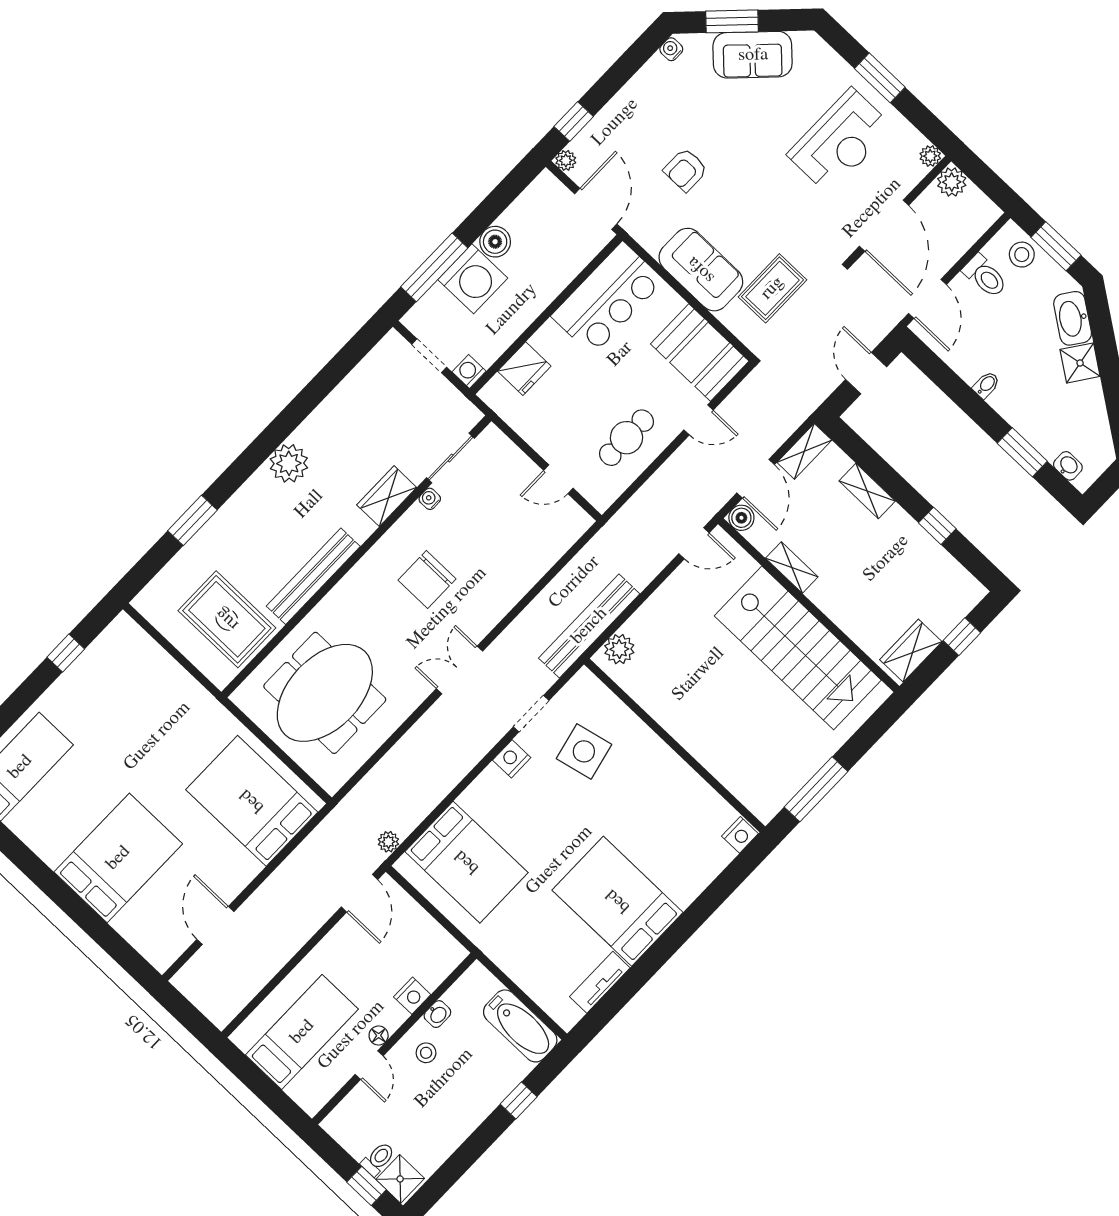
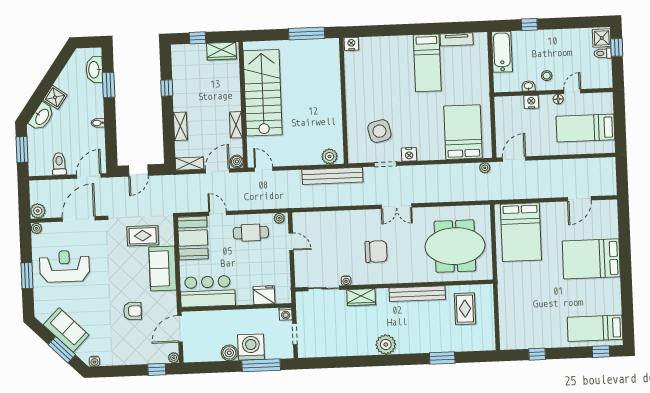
stool: (1022, 255) -> (38, 159), removed
washbasin: (1068, 466) -> (94, 70), width x1.91, depth x1.45
plant: (606, 496) -> (279, 218), added
rug: (227, 619) -> (465, 309), width x0.73, depth x0.70
bed: (618, 901) -> (427, 63), width x0.67

